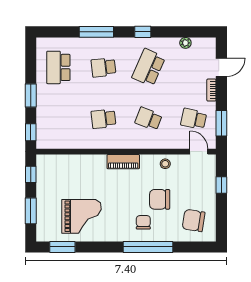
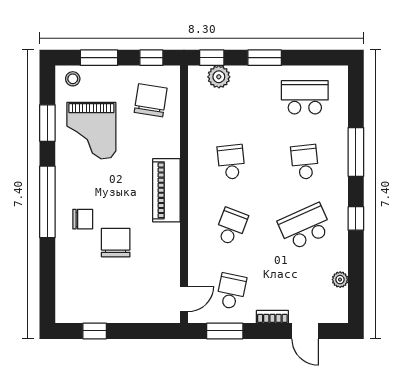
school desk: (149, 67) -> (305, 227), turned -48
plant: (44, 127) -> (219, 77), added
piano: (123, 162) -> (166, 190), width x1.37, depth x1.33
stool: (165, 164) -> (73, 79), moved
window: (221, 185) -> (95, 331), moved
chair: (194, 220) -> (151, 100), moved
window: (62, 247) -> (47, 123), moved
window: (148, 247) -> (47, 202), moved

